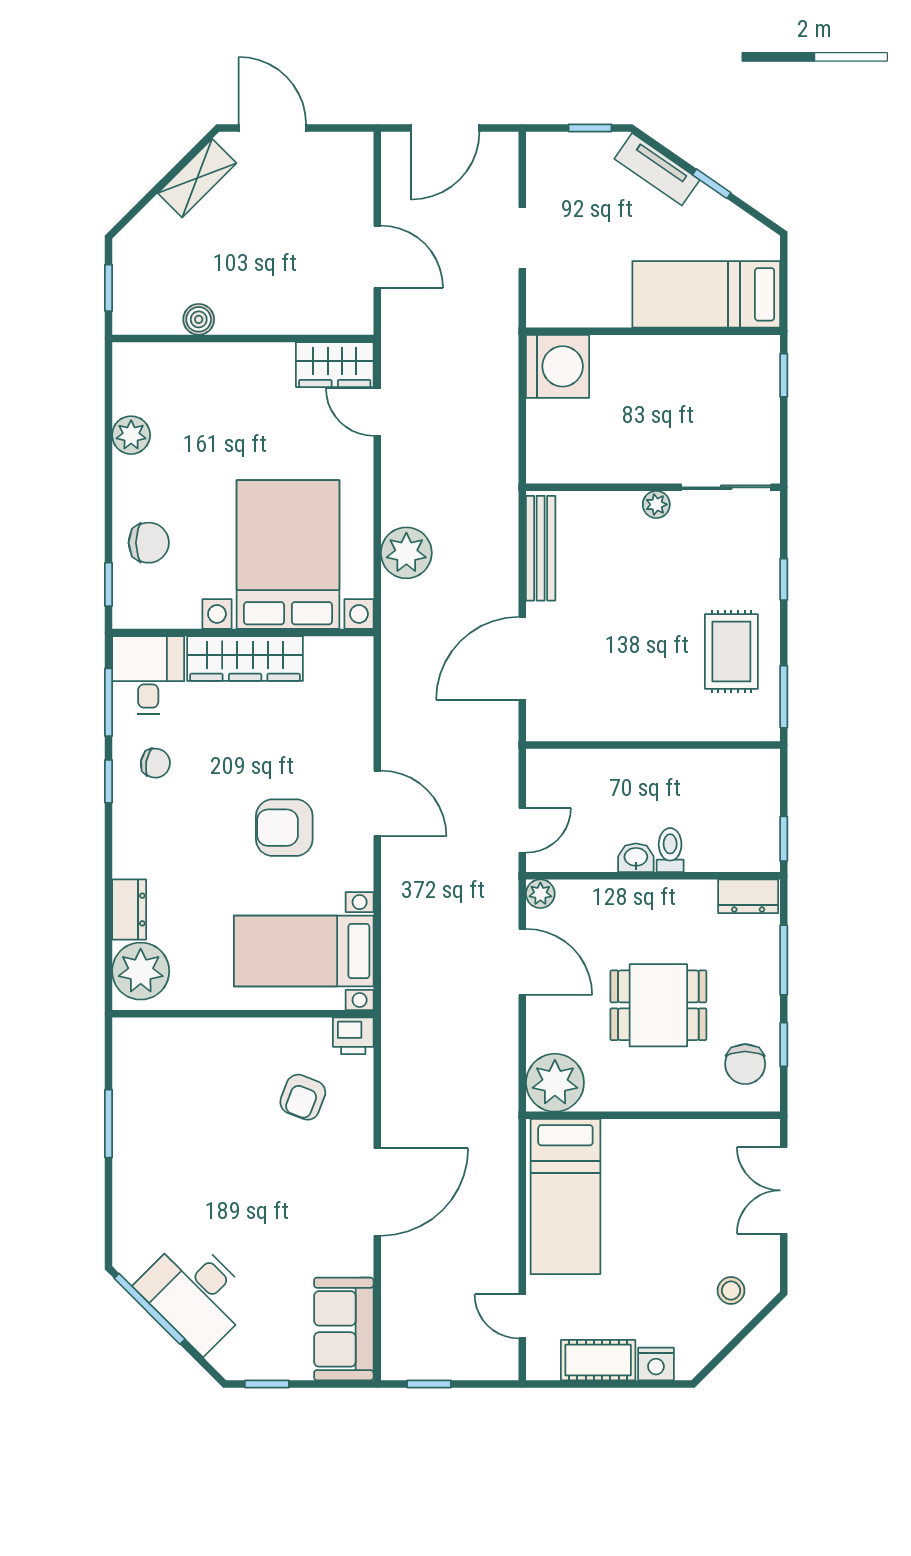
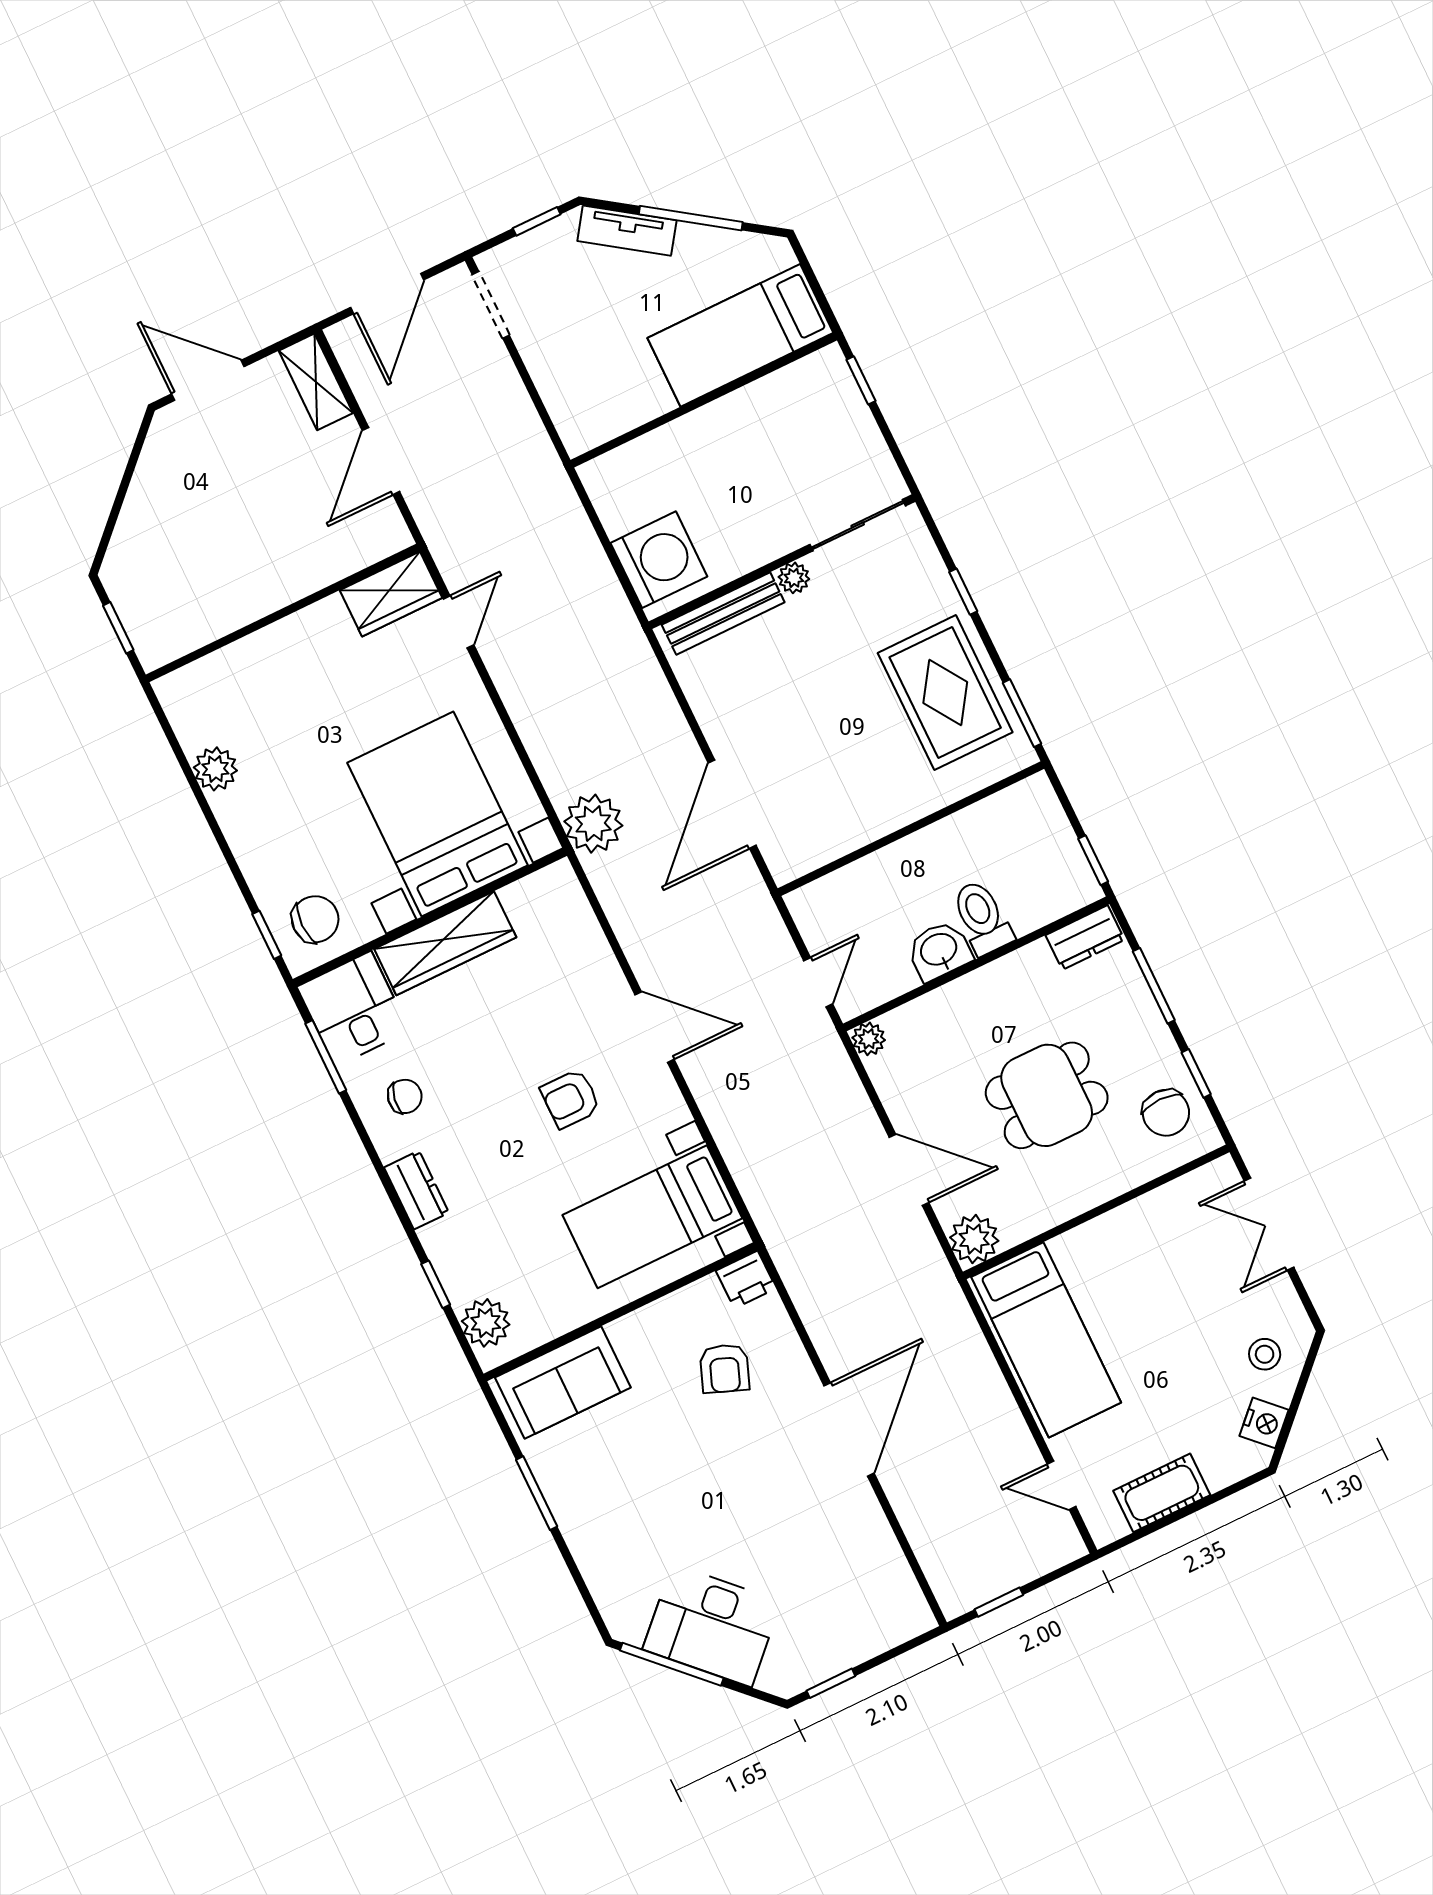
shelving: (197, 178) -> (316, 382), moved, turned -45
window: (712, 184) -> (691, 218), width x2.17
doorway: (522, 238) -> (491, 305), moved
door: (377, 257) -> (381, 461), swing flipped
boiler: (199, 319) -> (227, 615), removed
washing machine: (558, 366) -> (659, 560), moved
door: (377, 412) -> (459, 622), swing flipped
chair: (149, 543) -> (315, 919), moved
bench: (541, 548) -> (723, 614), moved, turned 90
plant: (406, 553) -> (593, 824), moved
rug: (731, 652) -> (945, 693), width x1.36, depth x1.43
window: (108, 781) -> (436, 1284), moved
armchair: (284, 828) -> (570, 1099), width x0.72, depth x0.72
toilet: (670, 850) -> (982, 917), width x1.37, depth x1.39
washbasin: (636, 858) -> (939, 951), width x1.38, depth x1.45
dresser: (129, 909) -> (416, 1190), moved
door: (522, 962) -> (909, 1170), moved
plant: (141, 971) -> (486, 1323), width x0.73, depth x0.73
plant: (555, 1083) -> (974, 1239), width x0.73, depth x0.73
sofa: (344, 1329) -> (563, 1383), moved, turned -90
nightstand: (656, 1364) -> (1264, 1423), moved, turned -45

